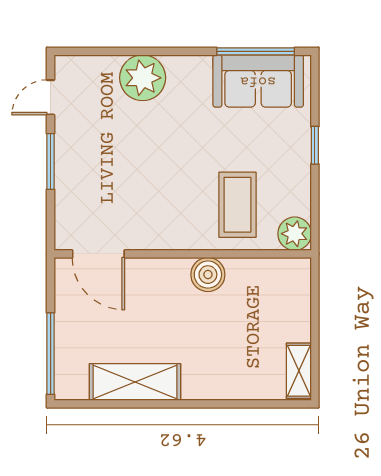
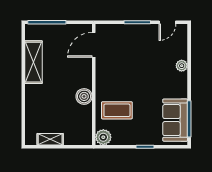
plant: (143, 78) -> (182, 66), width x0.53, depth x0.53
door: (51, 97) -> (167, 22), swing flipped
shelving: (299, 371) -> (50, 139), moved

